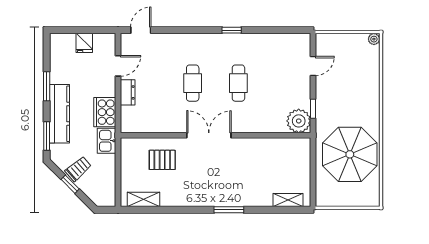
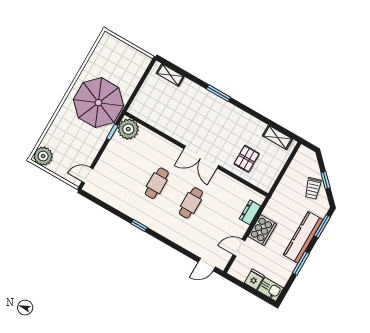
plant: (374, 39) -> (43, 156), width x1.87, depth x1.87
door: (313, 66) -> (87, 175), moved
dresser: (128, 92) -> (250, 212), moved
cooker: (105, 112) -> (262, 230), moved
kitchen sink: (107, 141) -> (270, 289), moved, turned -90
parasol: (350, 154) -> (98, 103), moved
pallet: (162, 160) -> (247, 159), turned 90
trolley: (78, 169) -> (313, 188), turned -66

